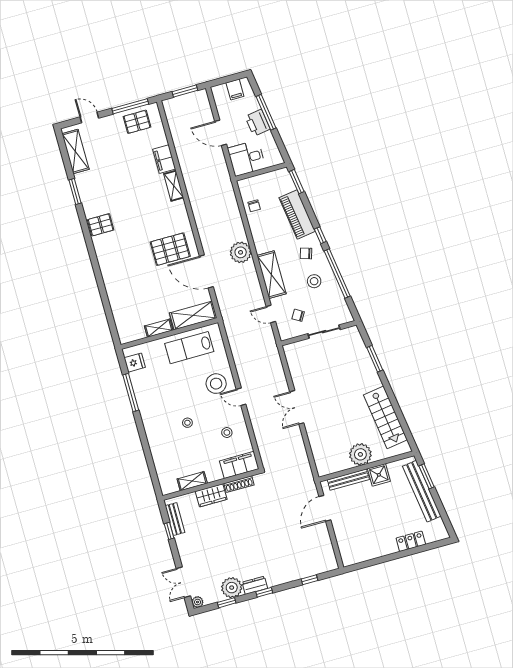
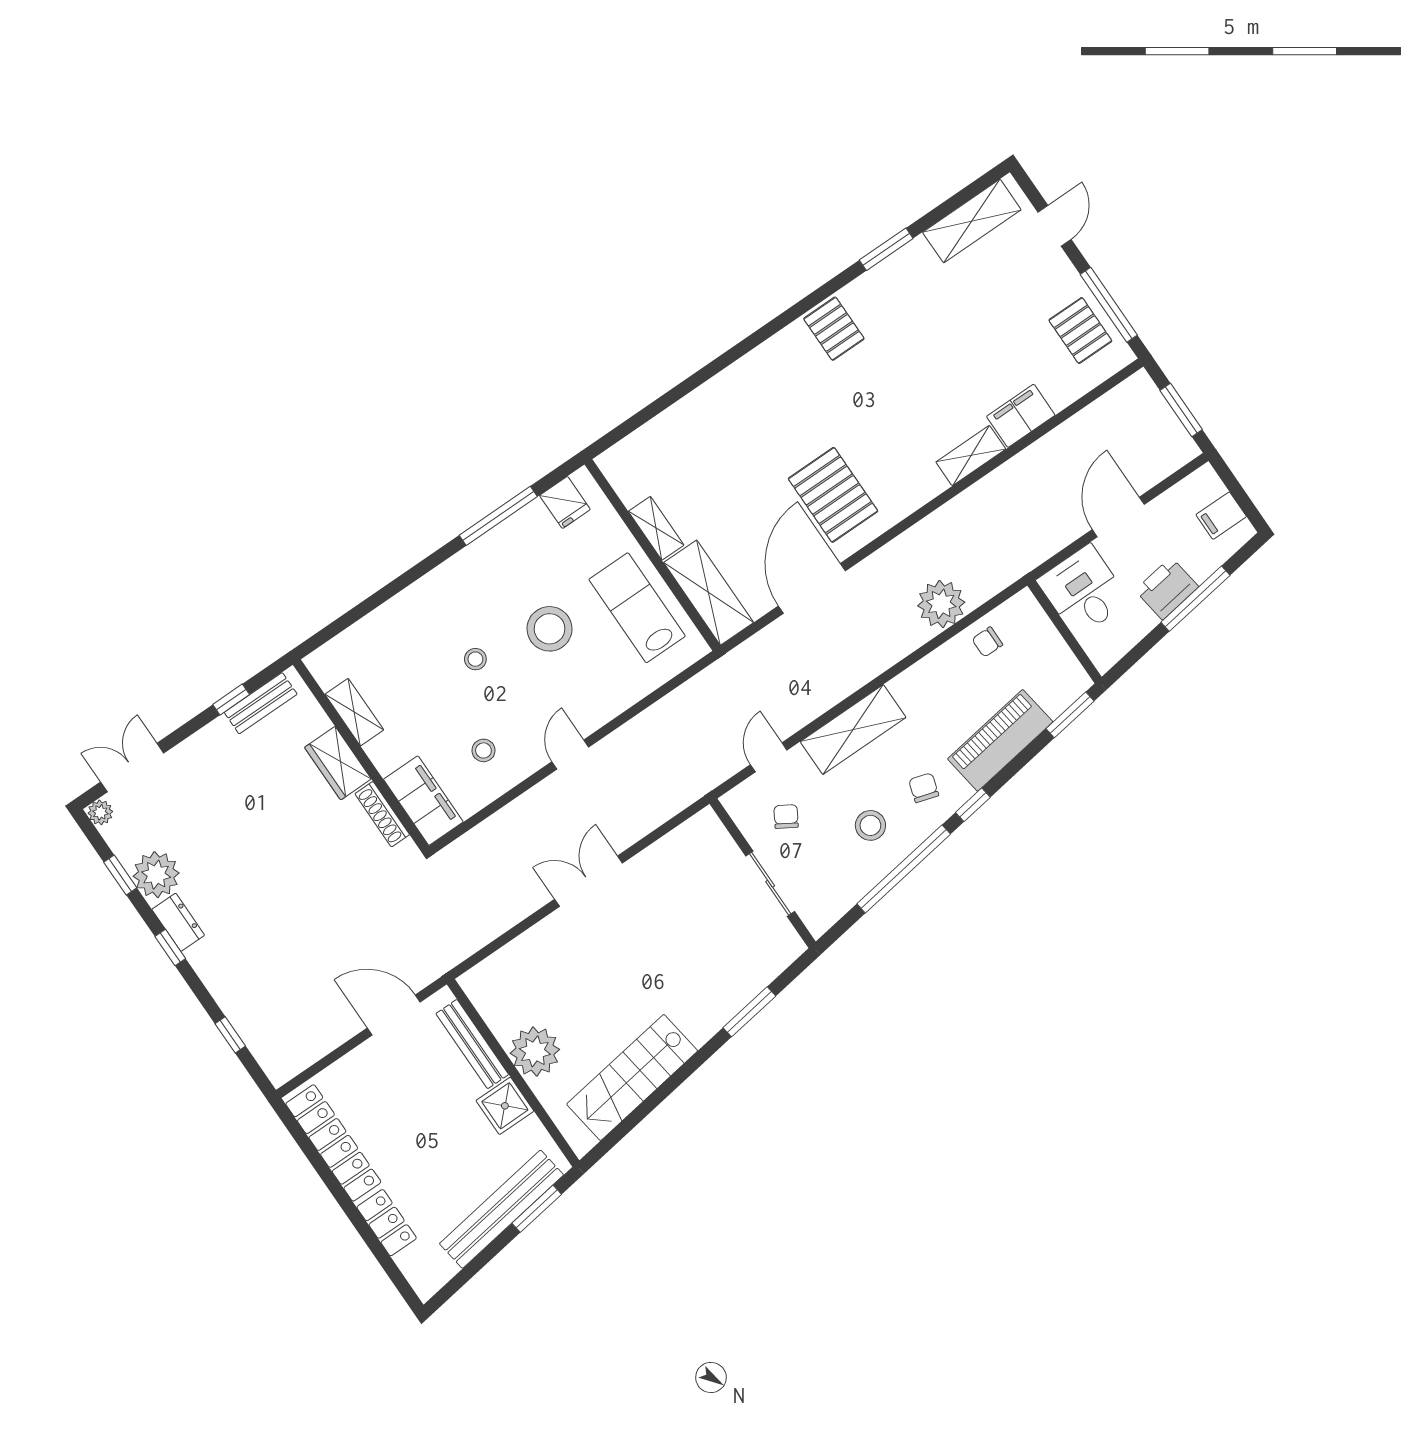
plant: (241, 252) -> (941, 604), moved
stool: (216, 384) -> (550, 629), moved
locker: (370, 552) -> (333, 1143), added

